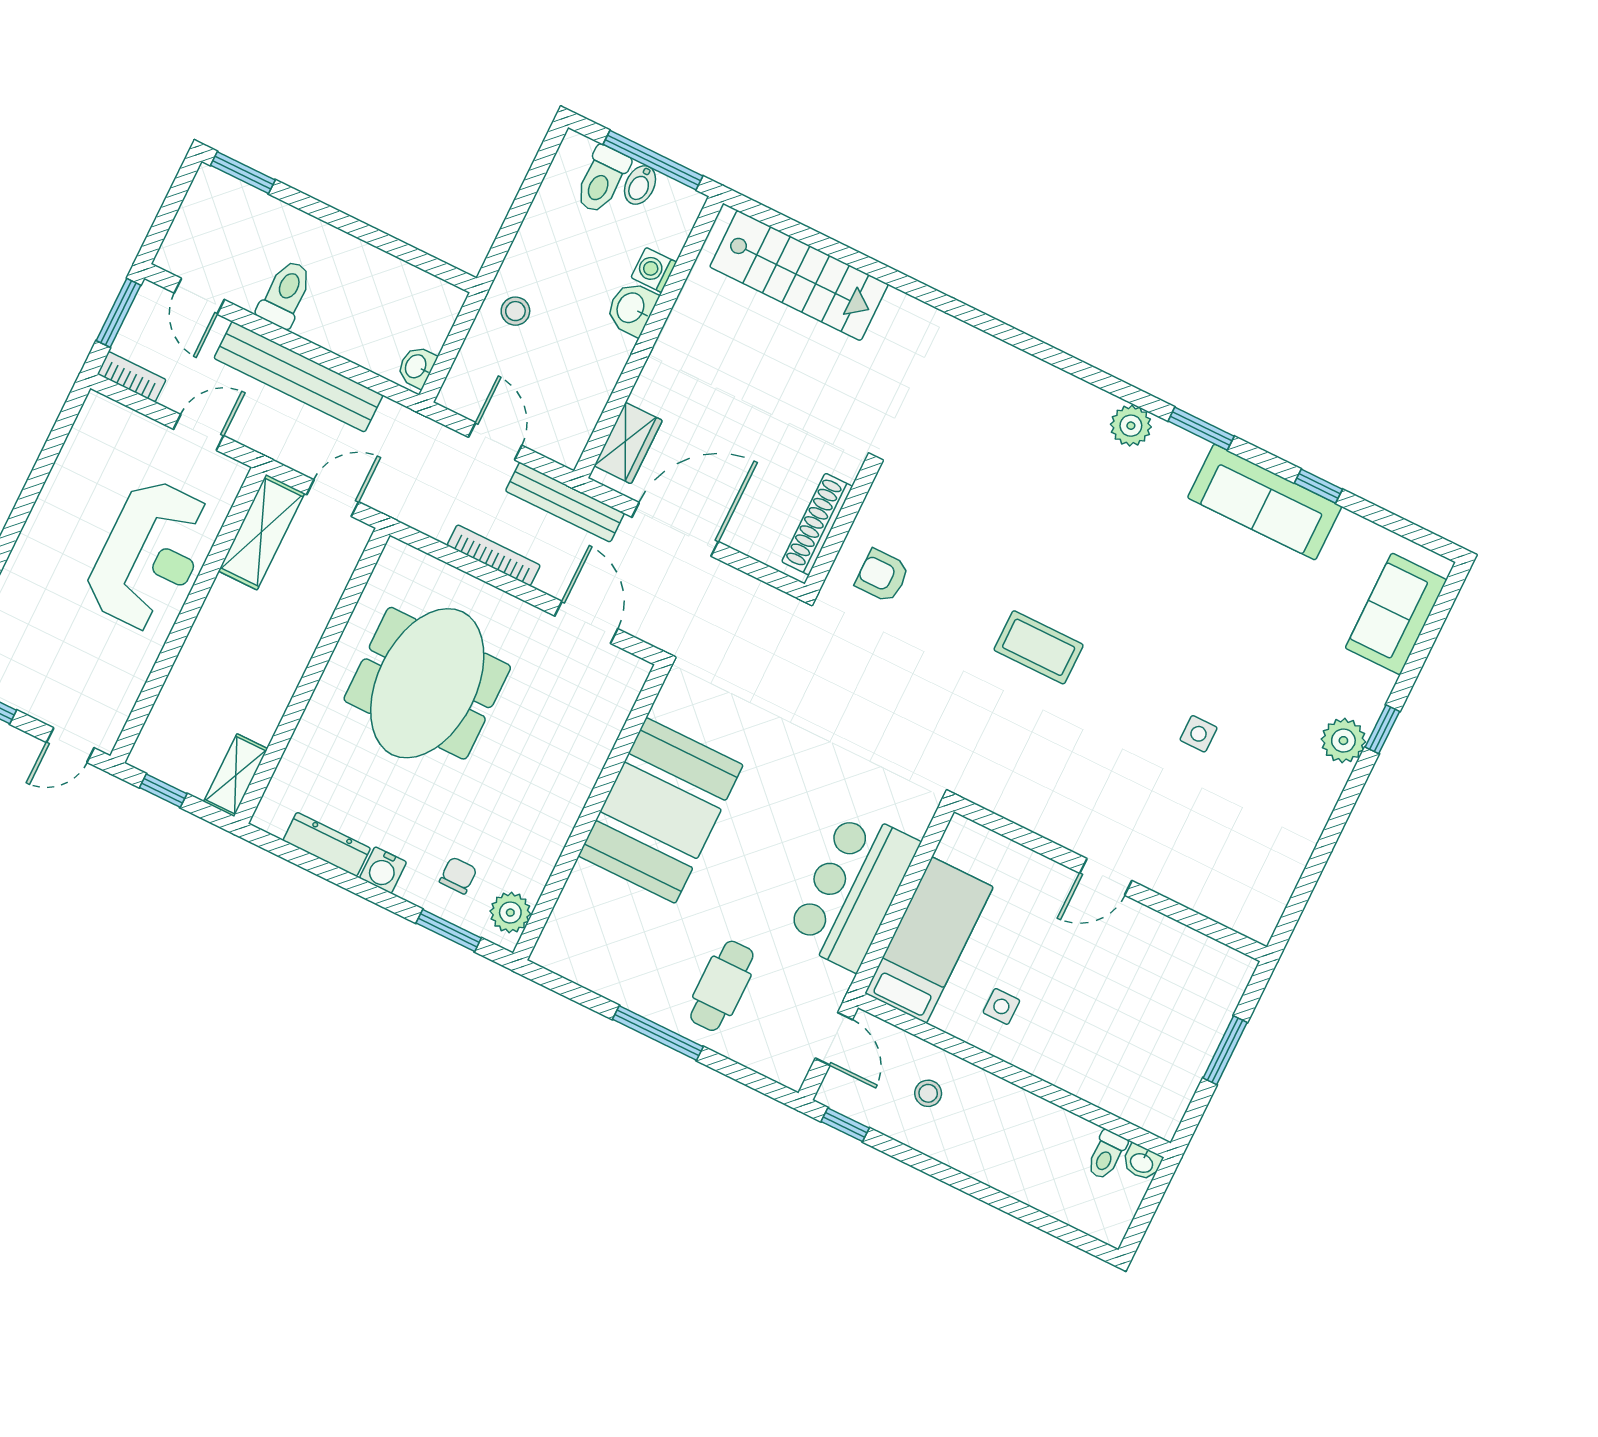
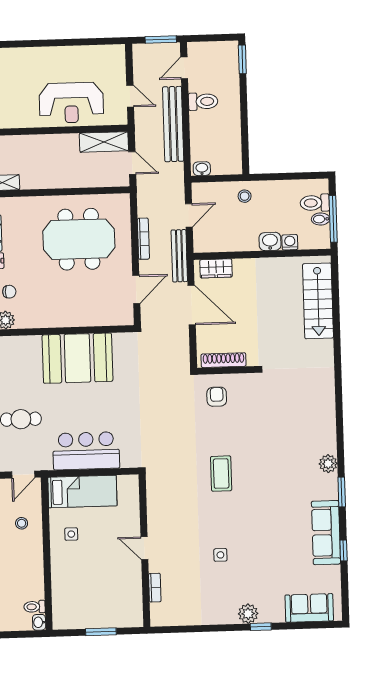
bookcase: (132, 377) -> (155, 588), moved

